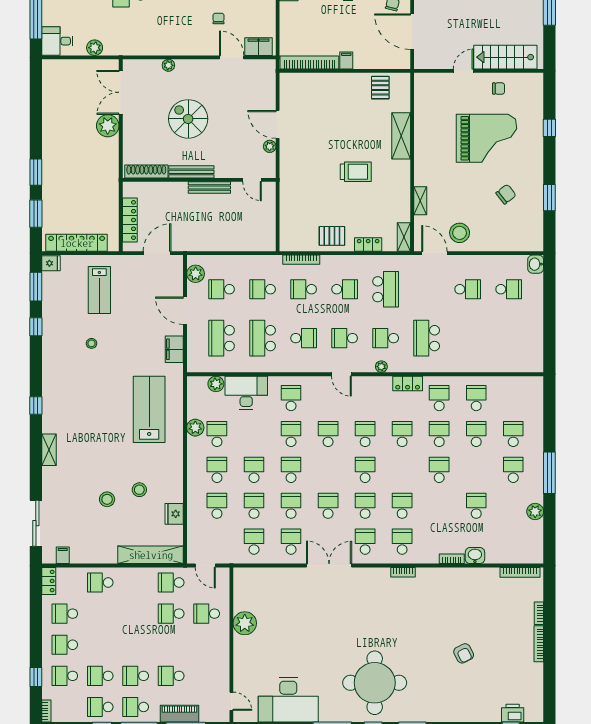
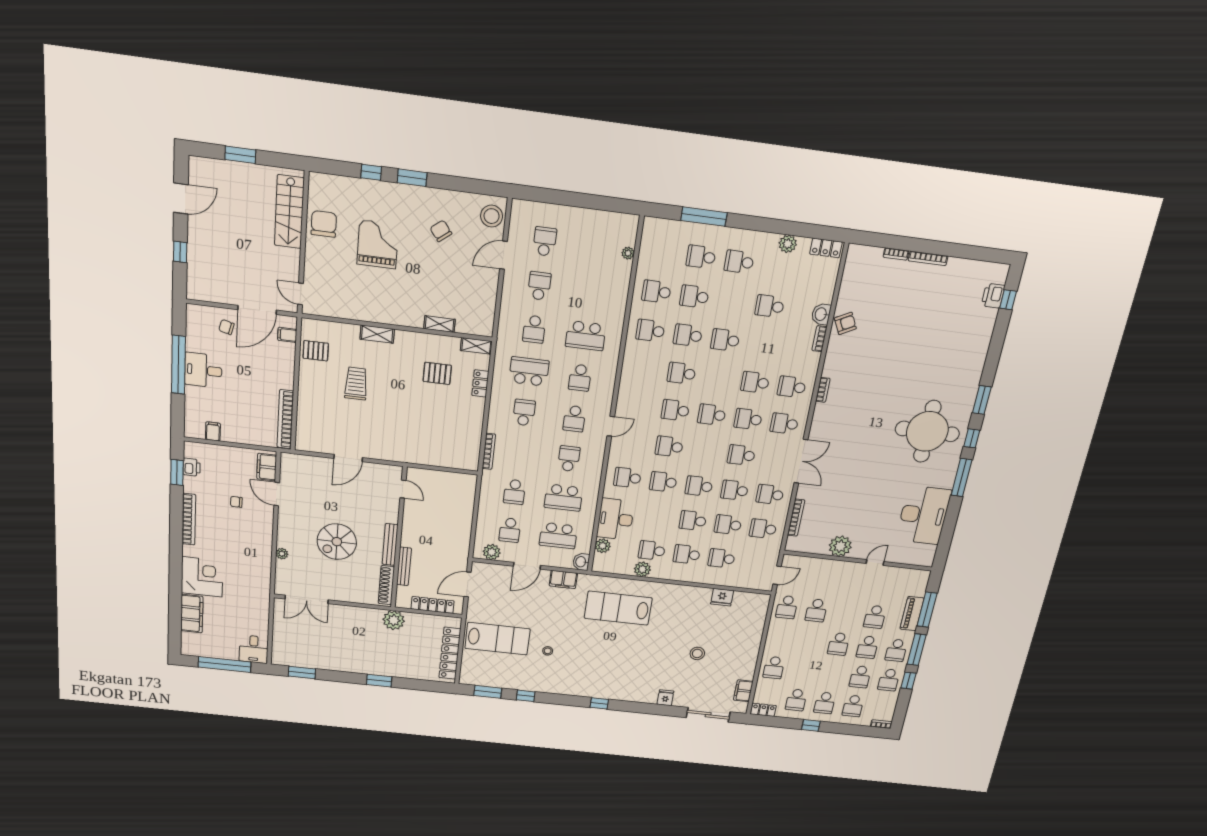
plant: (95, 48) -> (261, 618), removed
door: (232, 57) -> (277, 494), hinge flipped
filing cabinet: (346, 60) -> (287, 335), moved
door: (463, 71) -> (300, 294), moved
chair: (499, 88) -> (324, 224), width x1.87, depth x1.87
plant: (108, 126) -> (394, 620), moved
shelving: (401, 136) -> (377, 334), width x0.67, depth x0.75
grand piano: (486, 138) -> (378, 244), width x0.73, depth x0.68
plant: (270, 146) -> (370, 468), removed
trolley: (356, 172) -> (356, 383), moved
door: (252, 180) -> (403, 489), hinge flipped
bench: (209, 188) -> (404, 566), moved
window: (549, 198) -> (412, 178), moved
window: (36, 214) -> (302, 673), moved
stool: (460, 233) -> (492, 216), moved
pallet: (332, 236) -> (437, 373), moved, turned 90
door: (157, 253) -> (468, 584), hinge flipped
door: (434, 253) -> (503, 255), moved
fridge: (51, 263) -> (665, 698), moved
washbasin: (536, 264) -> (581, 562), moved, turned 90
school desk: (304, 289) -> (534, 329), moved
lab bench: (99, 290) -> (497, 639), width x1.36, depth x1.39
plant: (381, 367) -> (628, 253), moved
locker: (408, 383) -> (826, 248), moved, turned 90
shelving: (49, 450) -> (642, 697), removed
window: (549, 473) -> (704, 217), moved
stool: (139, 490) -> (693, 625), removed
filing cabinet: (63, 555) -> (743, 691), width x2.00
shelving: (151, 555) -> (757, 622), removed
double door: (329, 566) -> (801, 461), swing flipped
bookcase: (520, 572) -> (796, 518), moved
school desk: (207, 614) -> (839, 644), moved
armchair: (464, 653) -> (845, 323), moved
window: (36, 677) -> (811, 725), moved
door: (231, 701) -> (875, 563), moved

